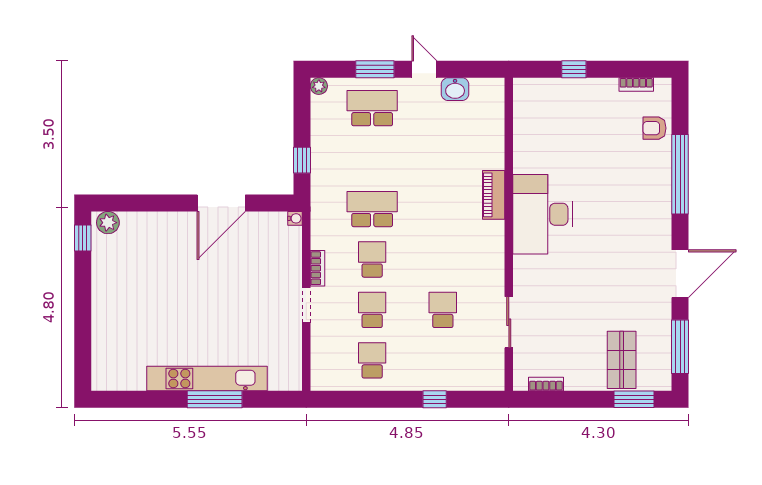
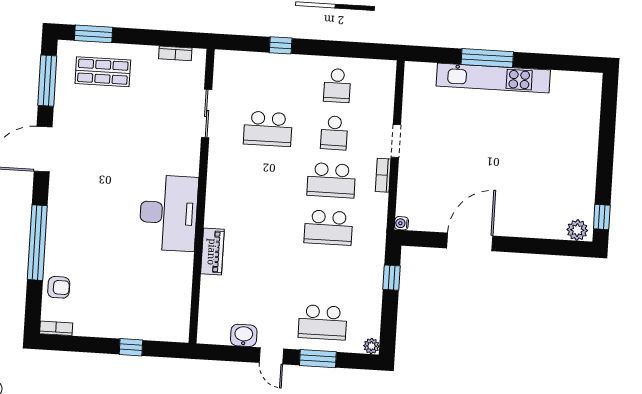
bookcase: (636, 84) -> (56, 328), moved
piano: (494, 195) -> (212, 252), moved
school desk: (372, 260) -> (331, 180), width x1.85
school desk: (443, 310) -> (268, 129), width x1.85
shop shelf: (622, 360) -> (103, 72), turned 90

